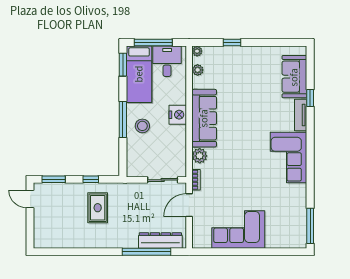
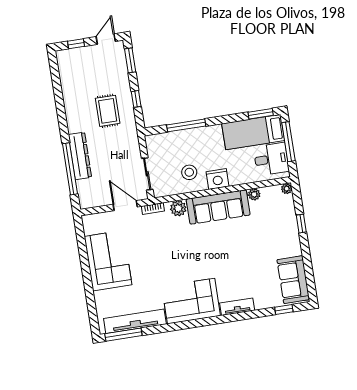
plant: (198, 70) -> (254, 194), moved
sofa: (294, 77) -> (293, 280), moved, turned -90
window: (310, 98) -> (284, 310), moved
window: (123, 119) -> (186, 125), moved
stool: (142, 126) -> (189, 172), moved
rug: (98, 208) -> (108, 111), turned 90
tv unit: (299, 213) -> (135, 321), added
window: (30, 228) -> (76, 44), added
dresser: (160, 240) -> (80, 156), moved

